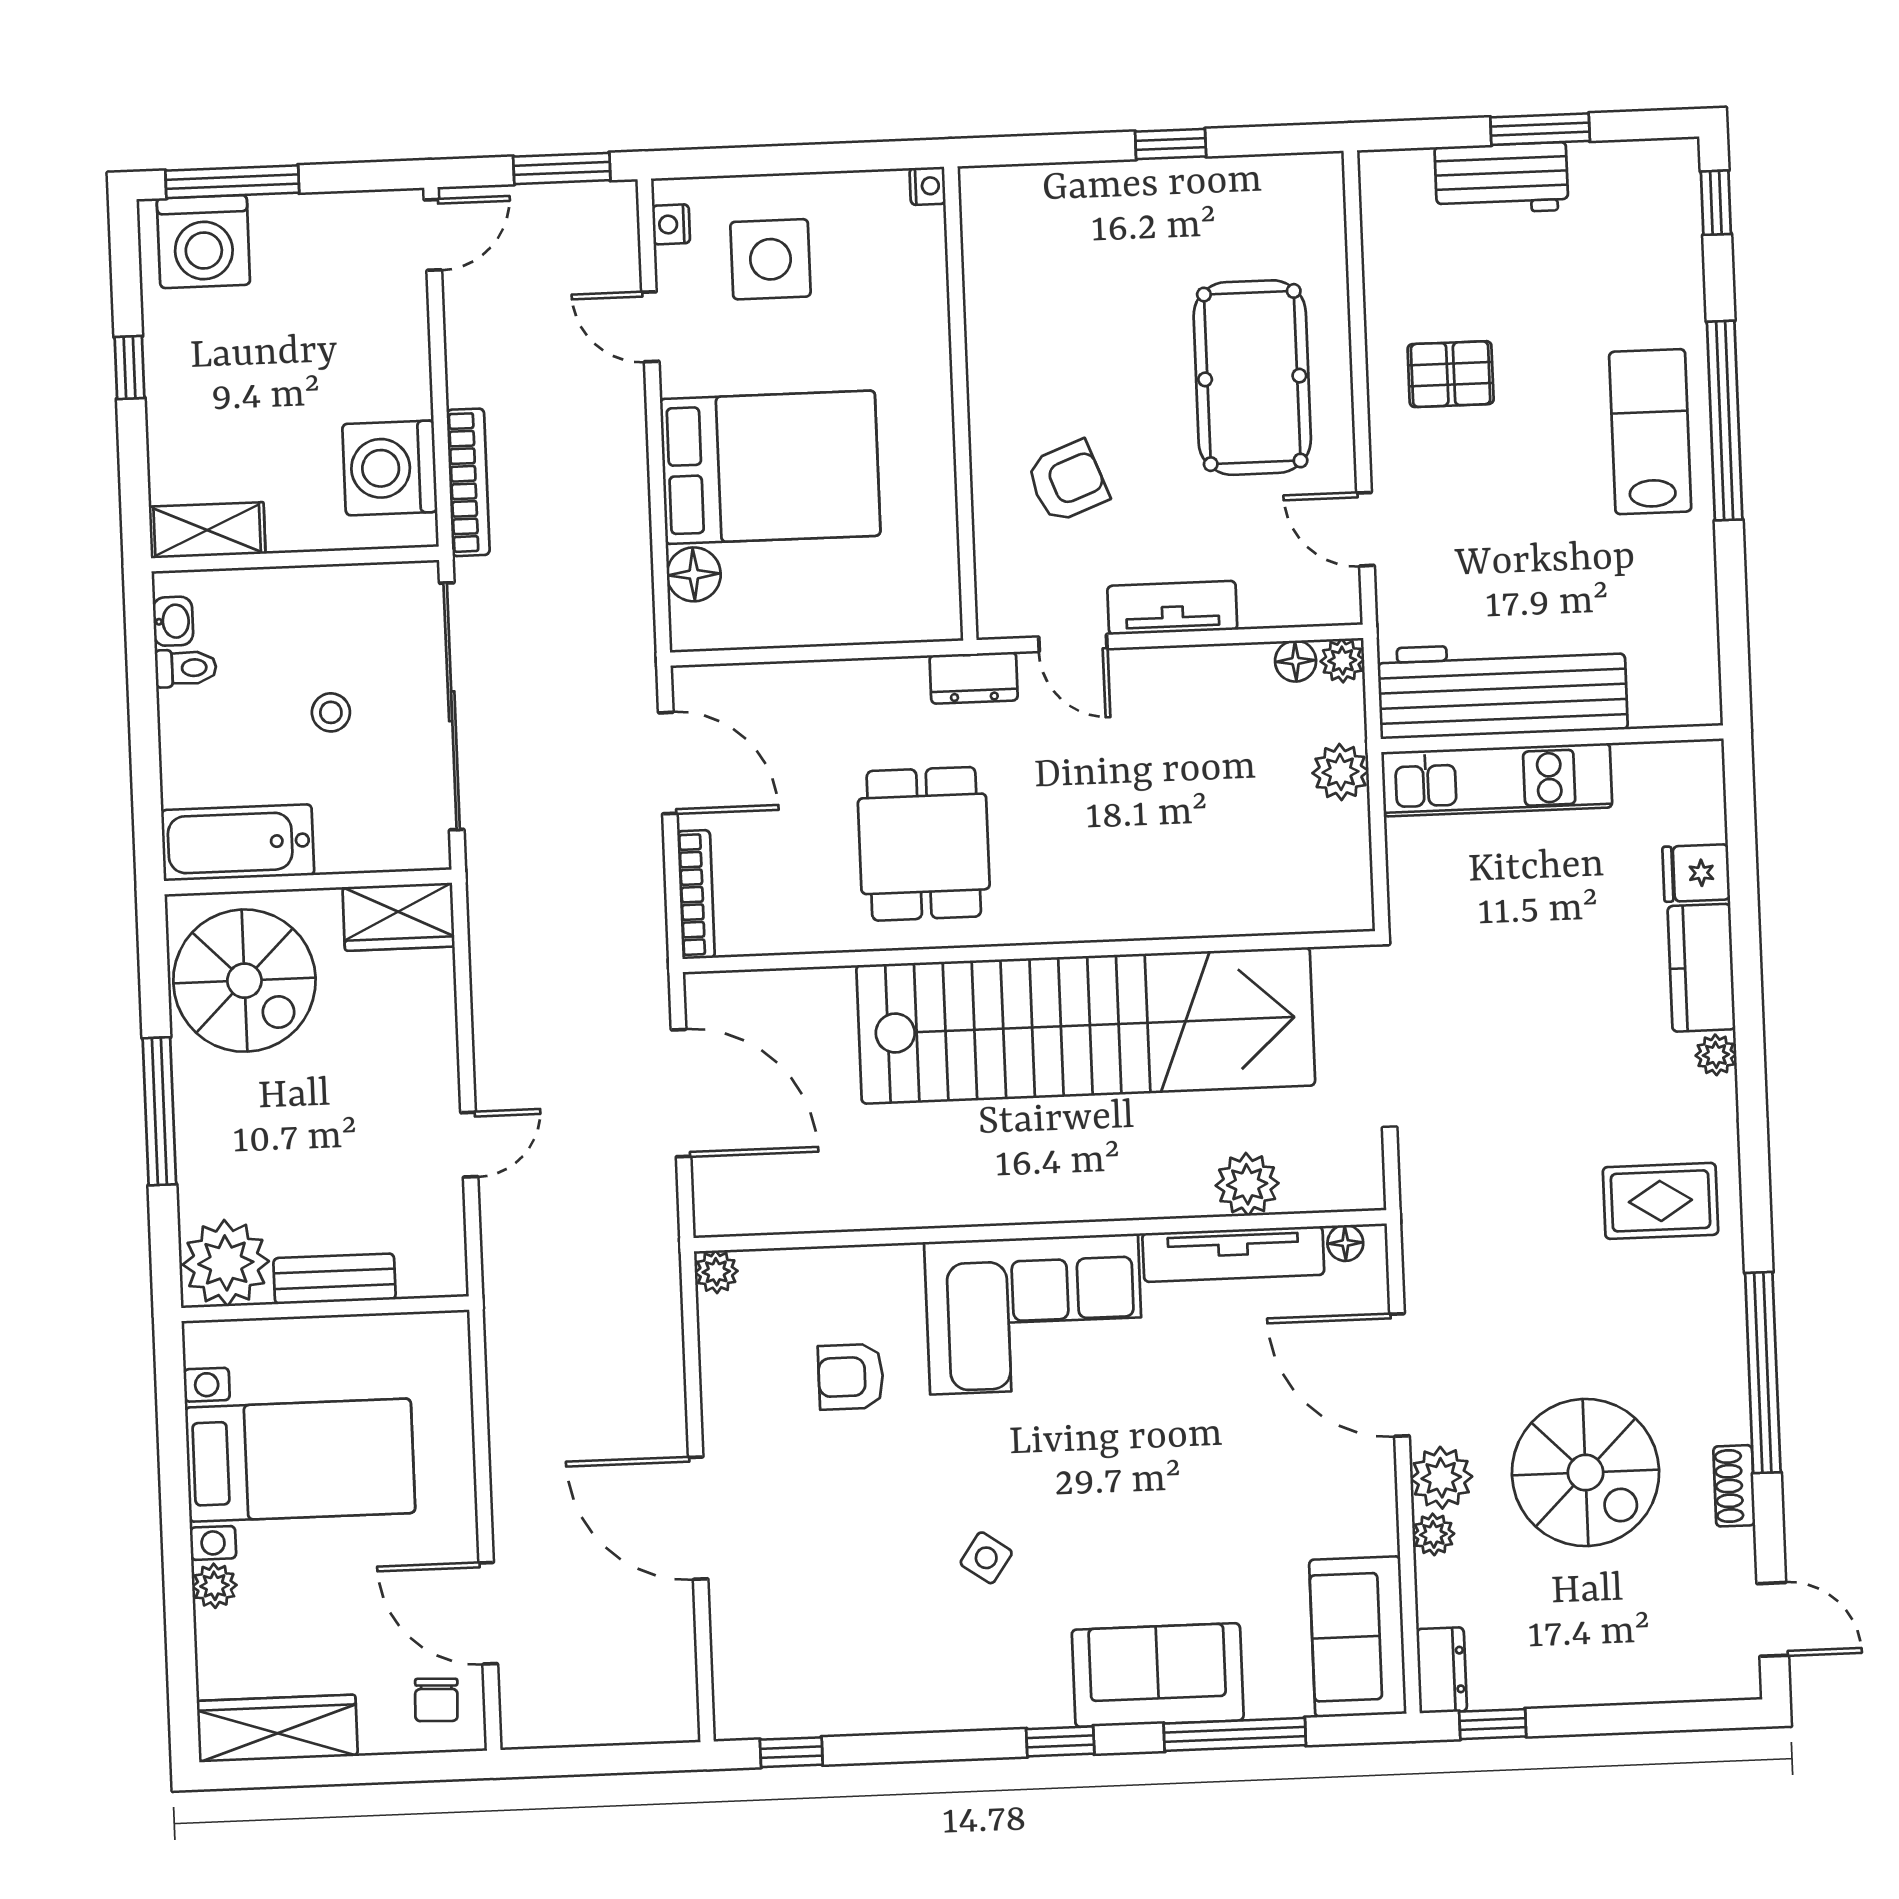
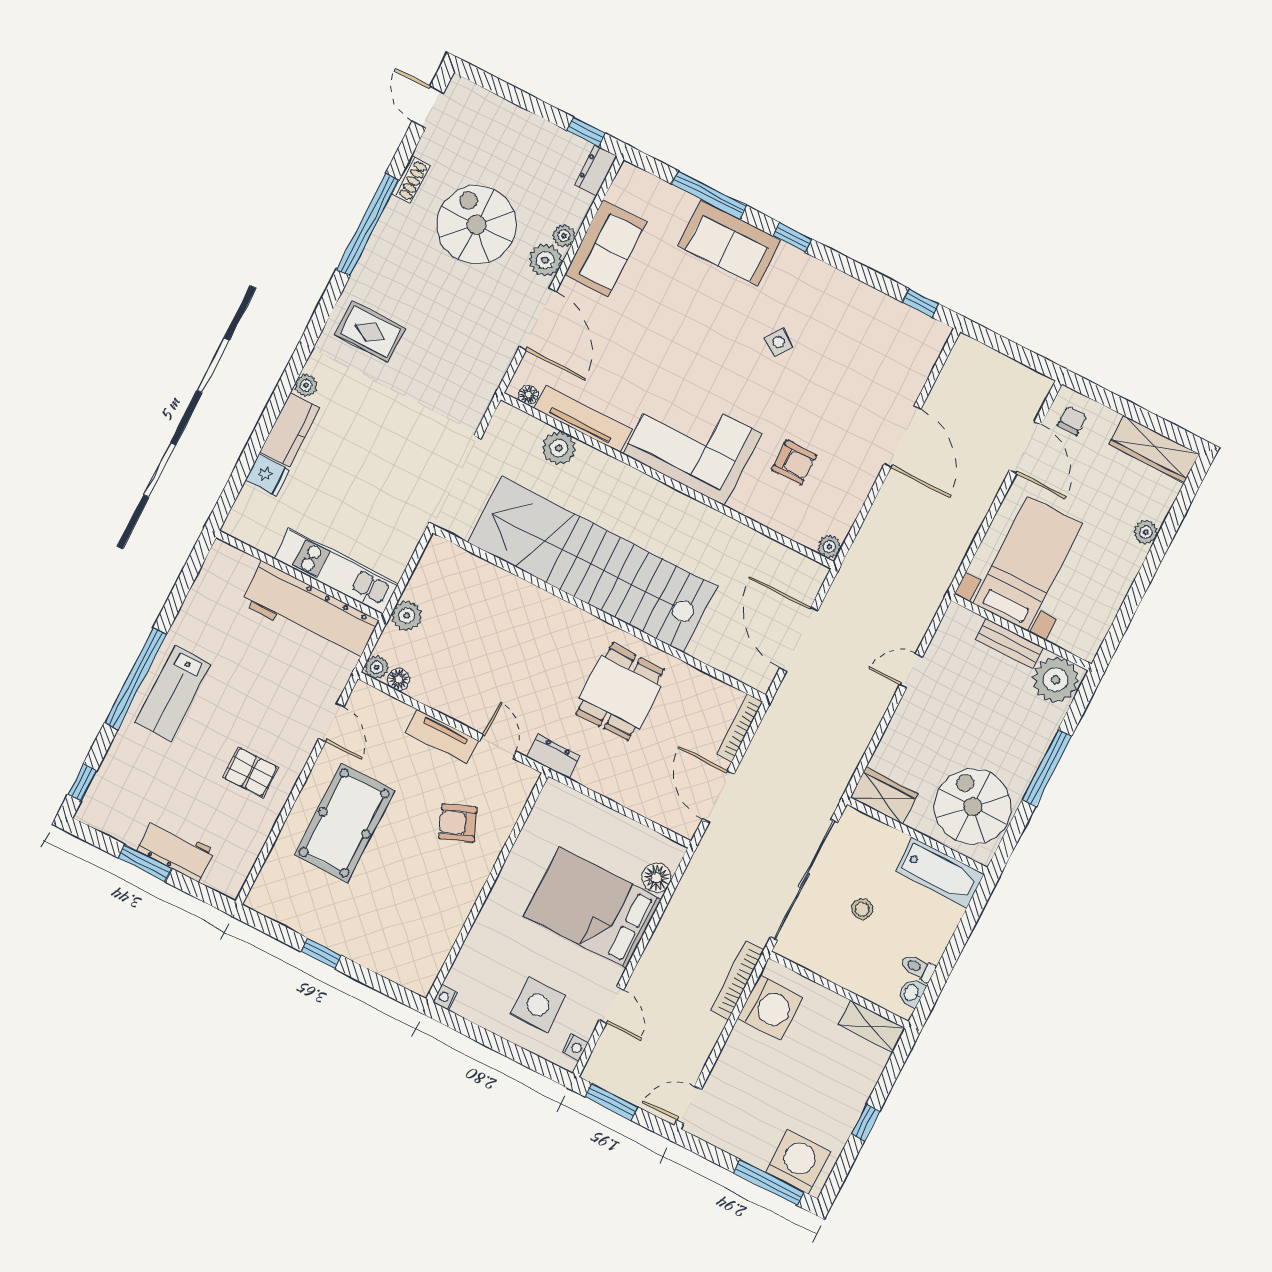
bed with nightstands: (300, 1460) -> (1027, 563), moved, turned 90
sofa: (1358, 1637) -> (605, 249), moved

